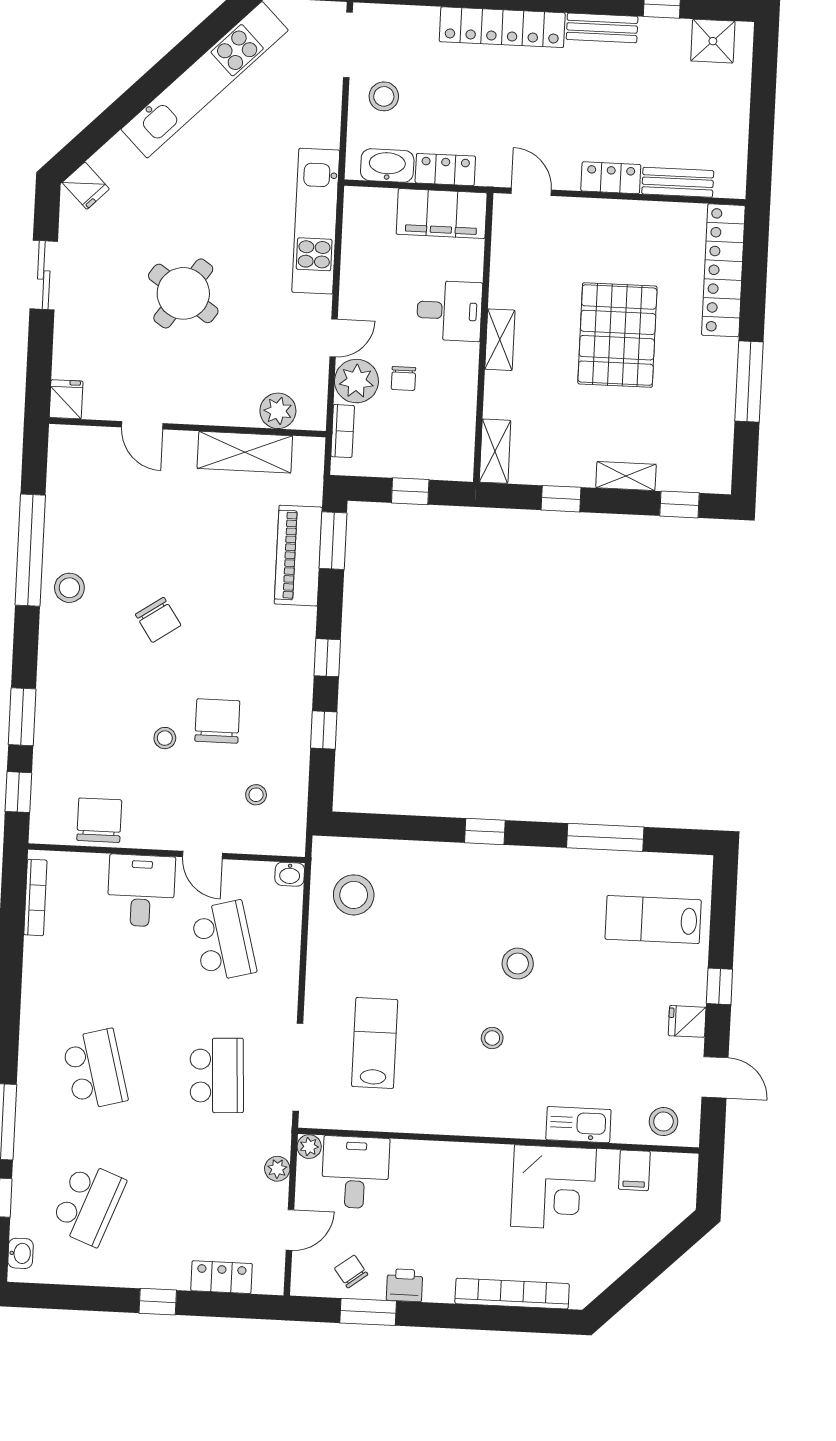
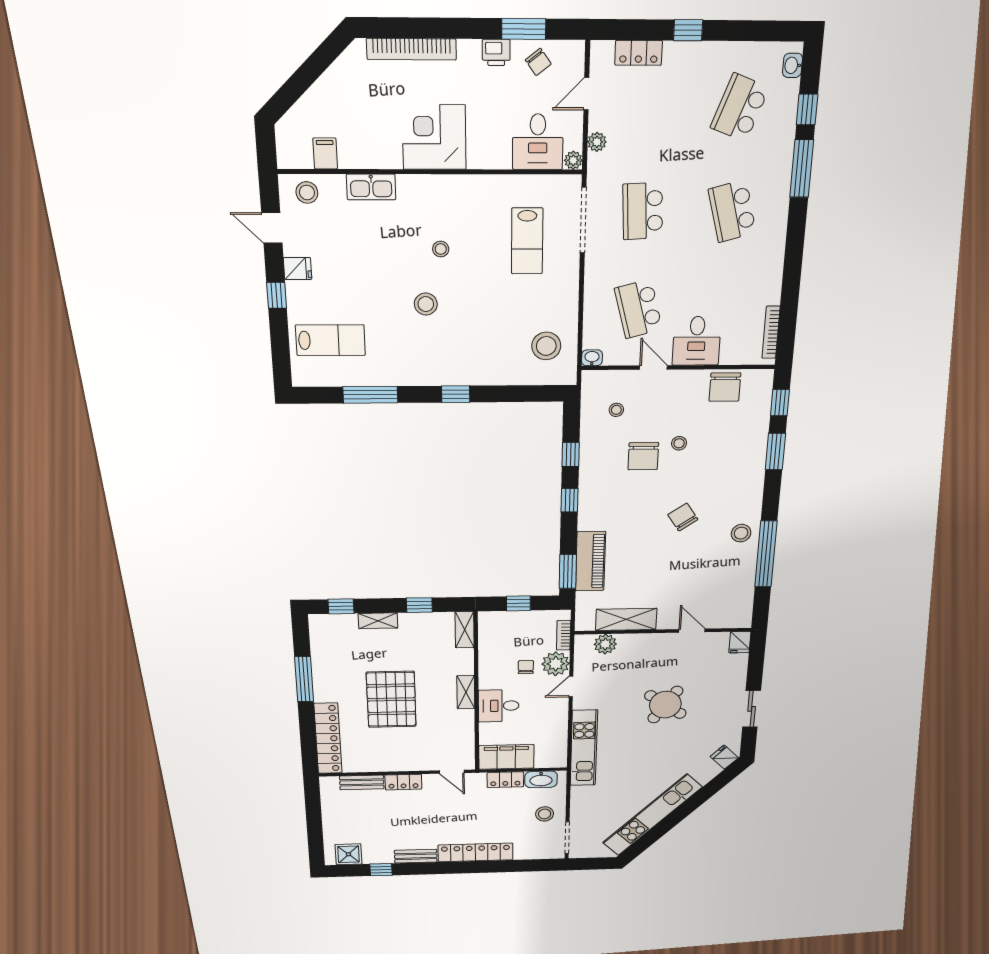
corner desk: (553, 1187) -> (434, 137), moved

